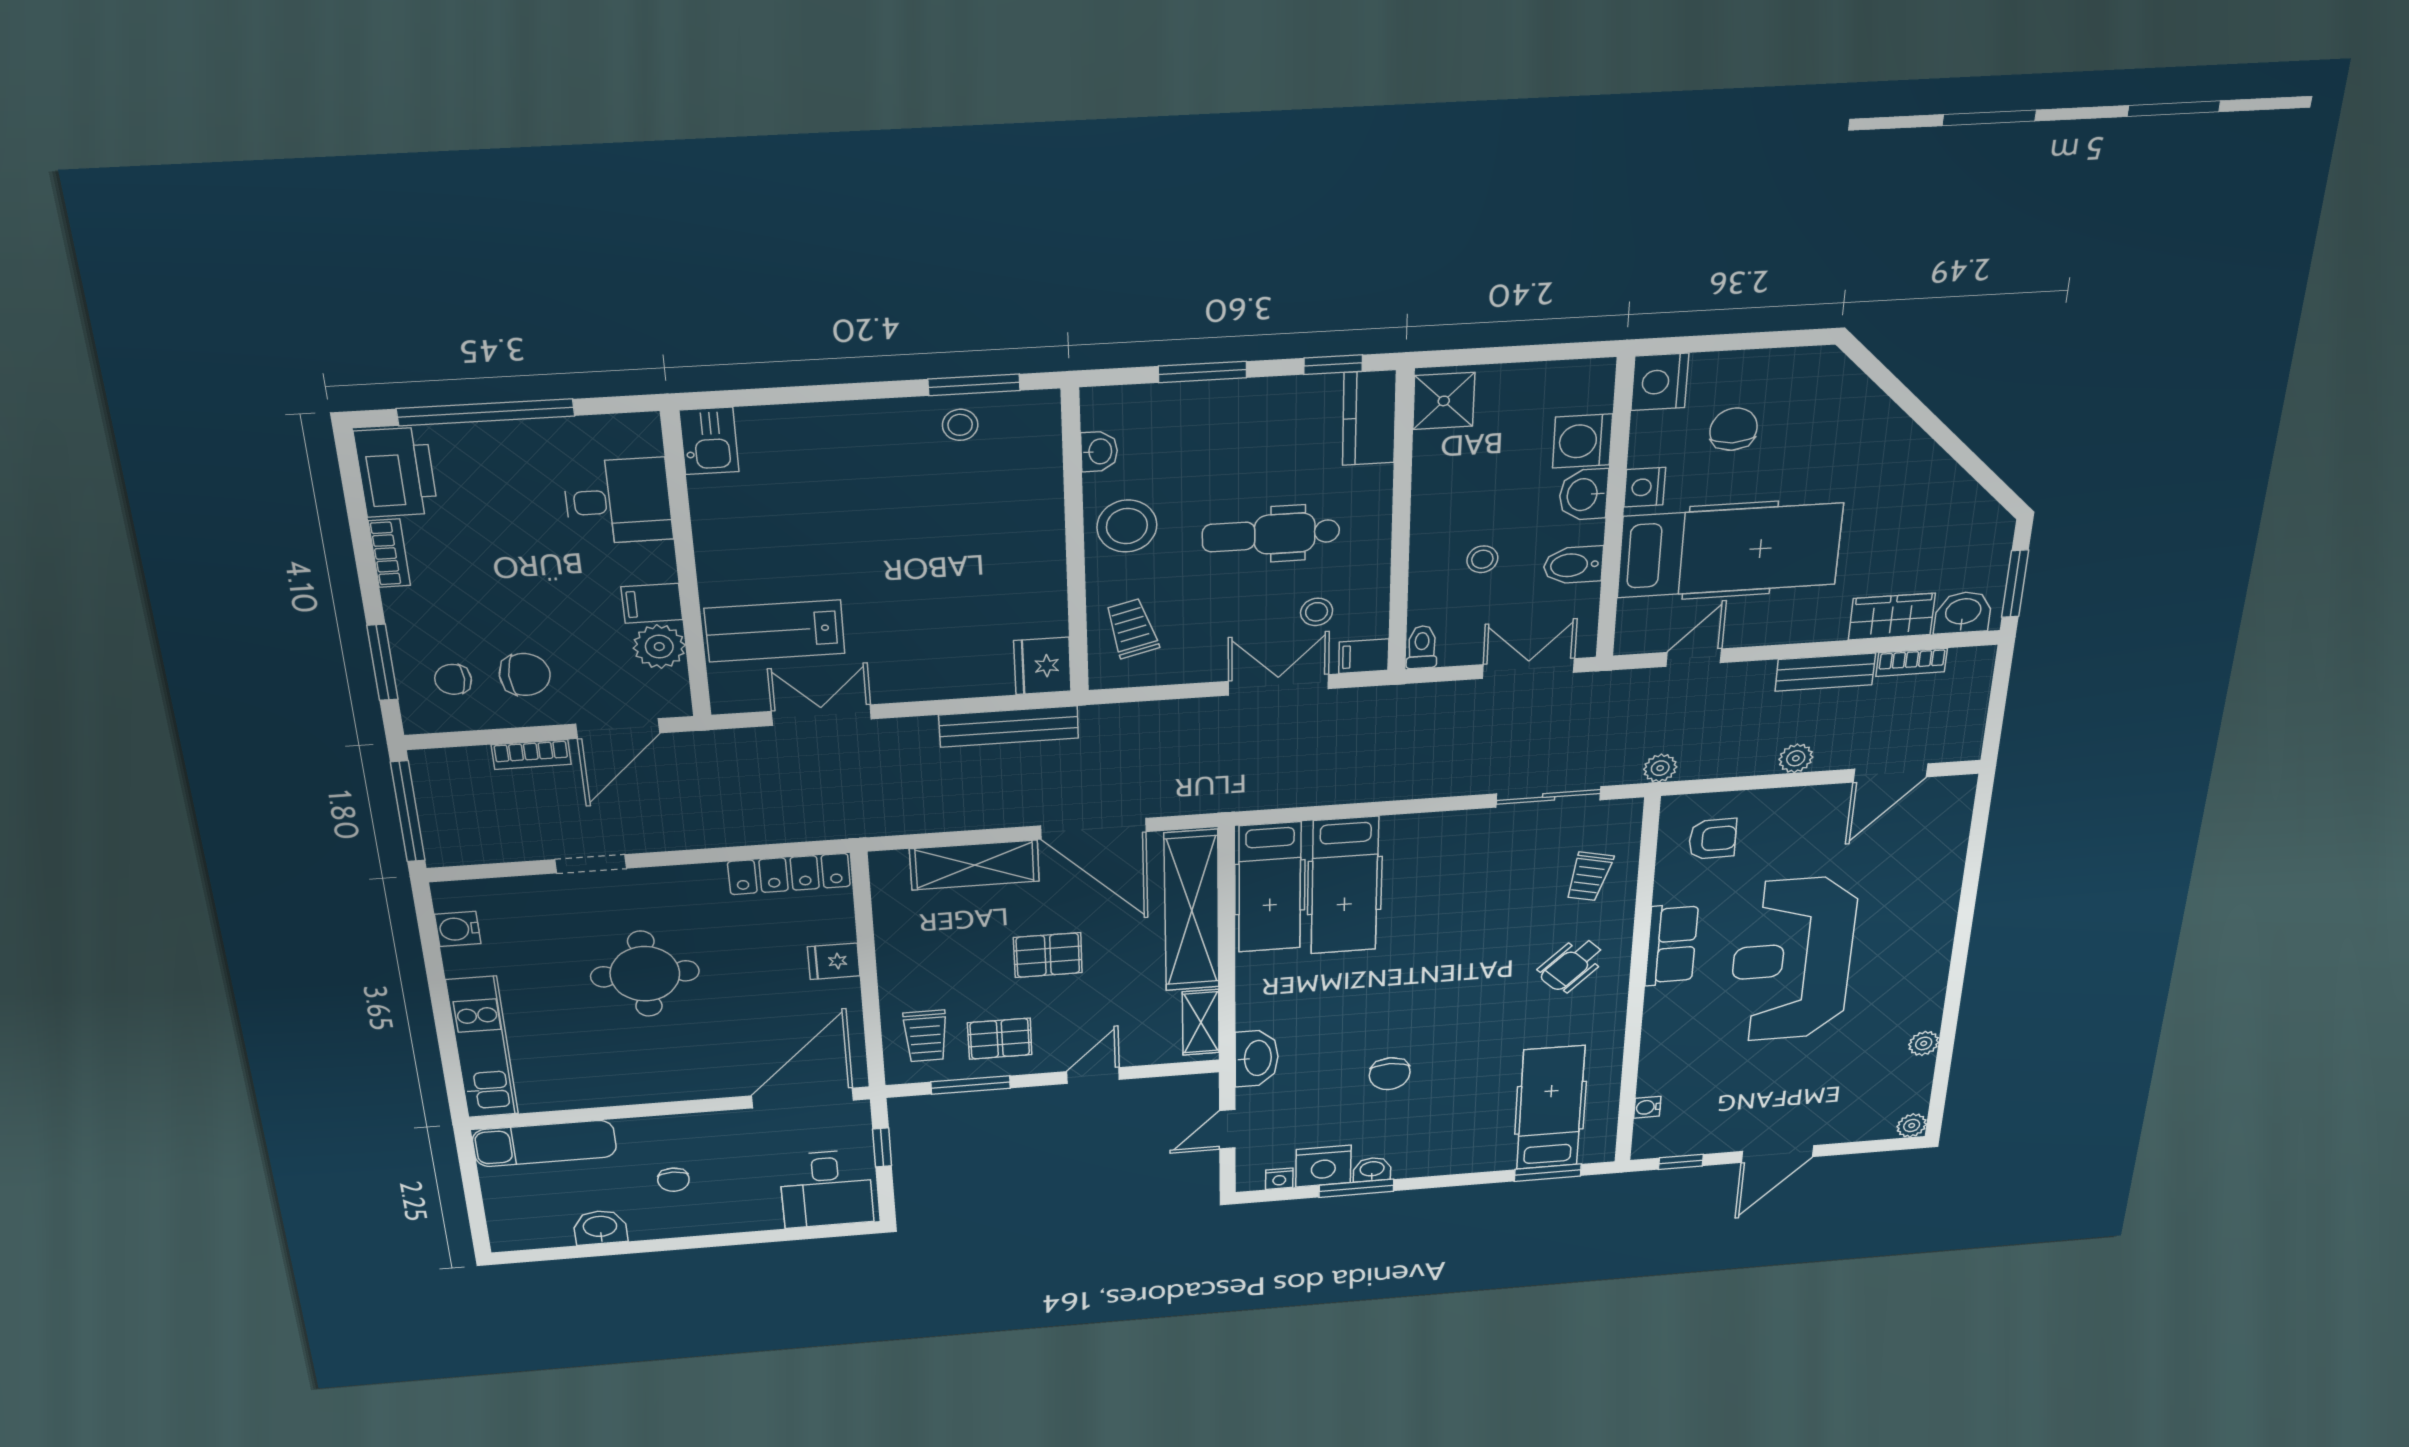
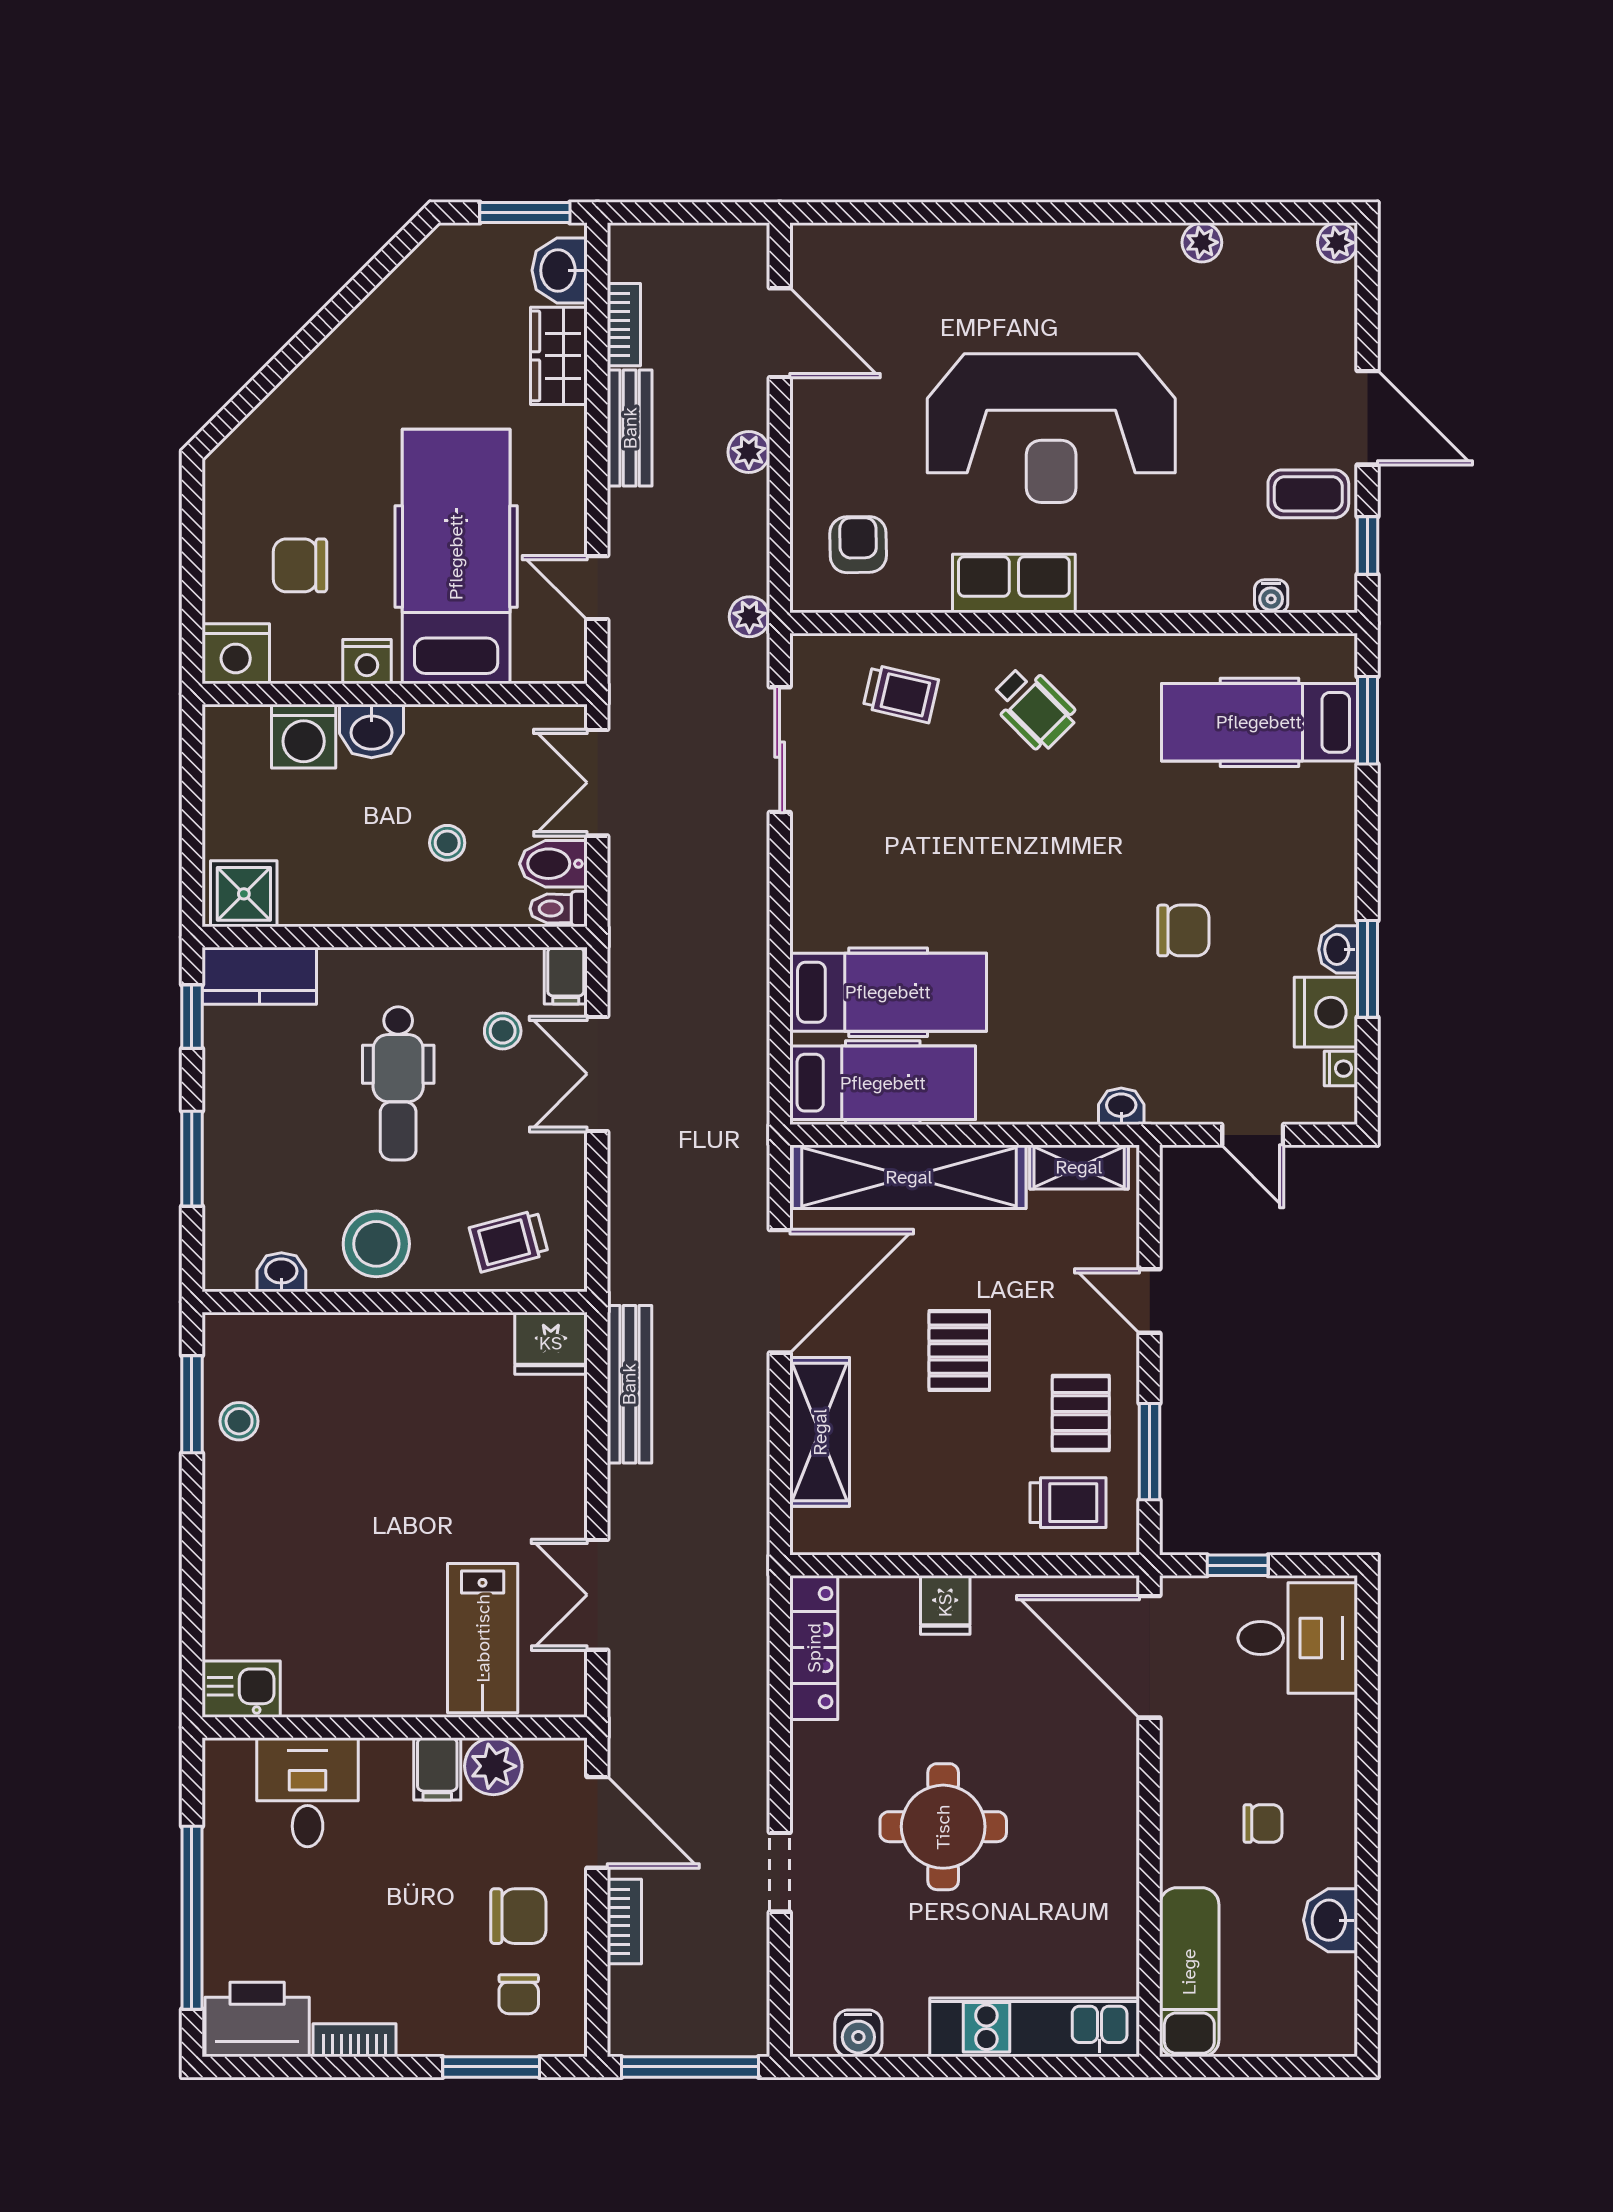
bidet: (1573, 565) -> (553, 864), moved, turned 90
chair: (525, 675) -> (518, 1916), turned 90
washbasin: (1257, 1058) -> (1121, 1106), width x0.52, depth x0.69
coffee table: (1724, 1123) -> (1308, 494), added

